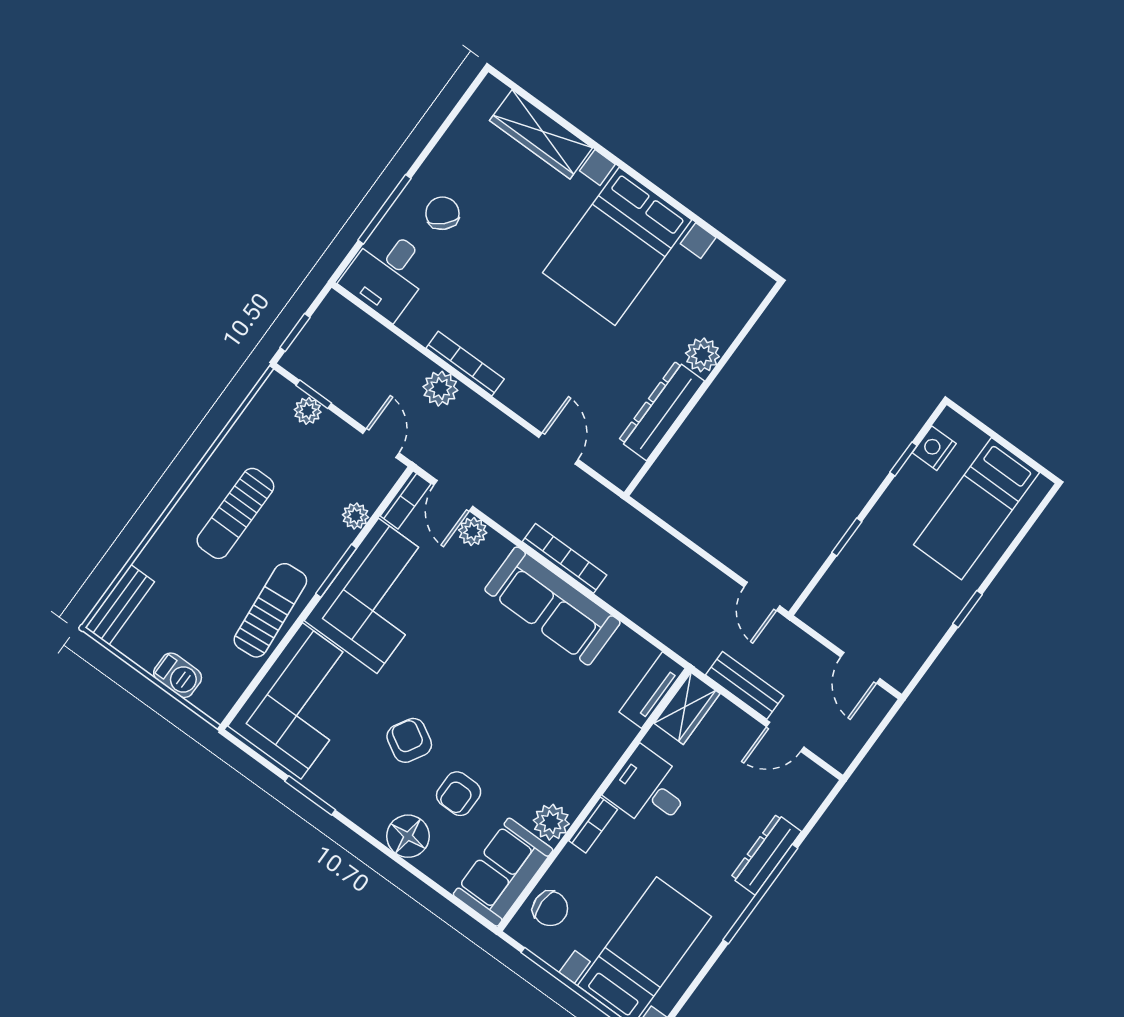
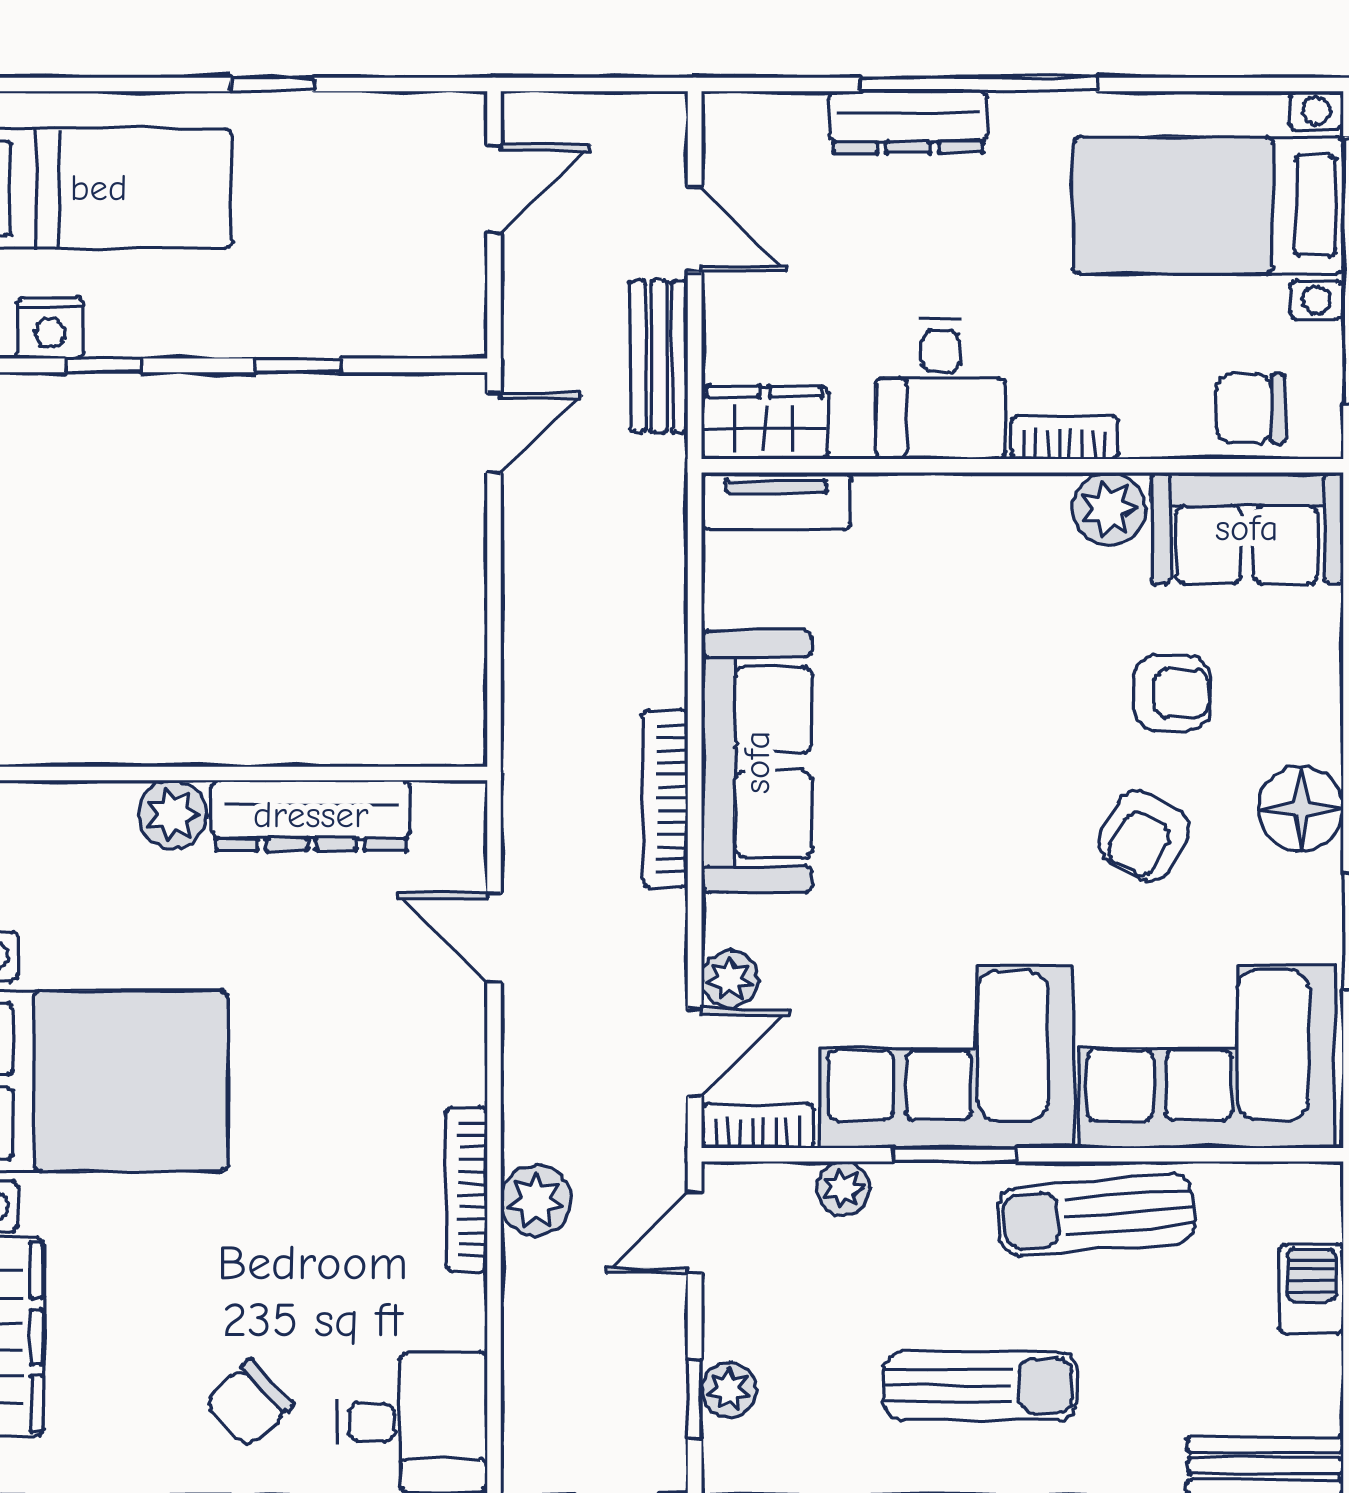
door: (558, 448) -> (494, 938), hinge flipped
floor lamp: (408, 836) -> (1301, 809), moved
chair: (550, 908) -> (1250, 409), turned -90

